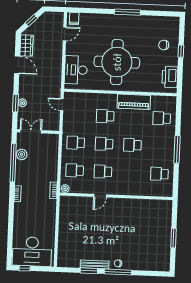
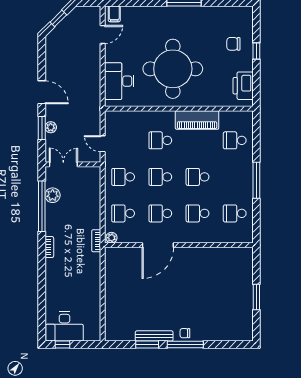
wardrobe: (26, 45) -> (53, 52), removed
door: (17, 65) -> (42, 92), moved
door: (62, 105) -> (103, 144), moved
school desk: (131, 173) -> (198, 213), added
door: (100, 196) -> (158, 245), width x1.87
desk: (32, 252) -> (64, 327), width x0.73, depth x0.77

